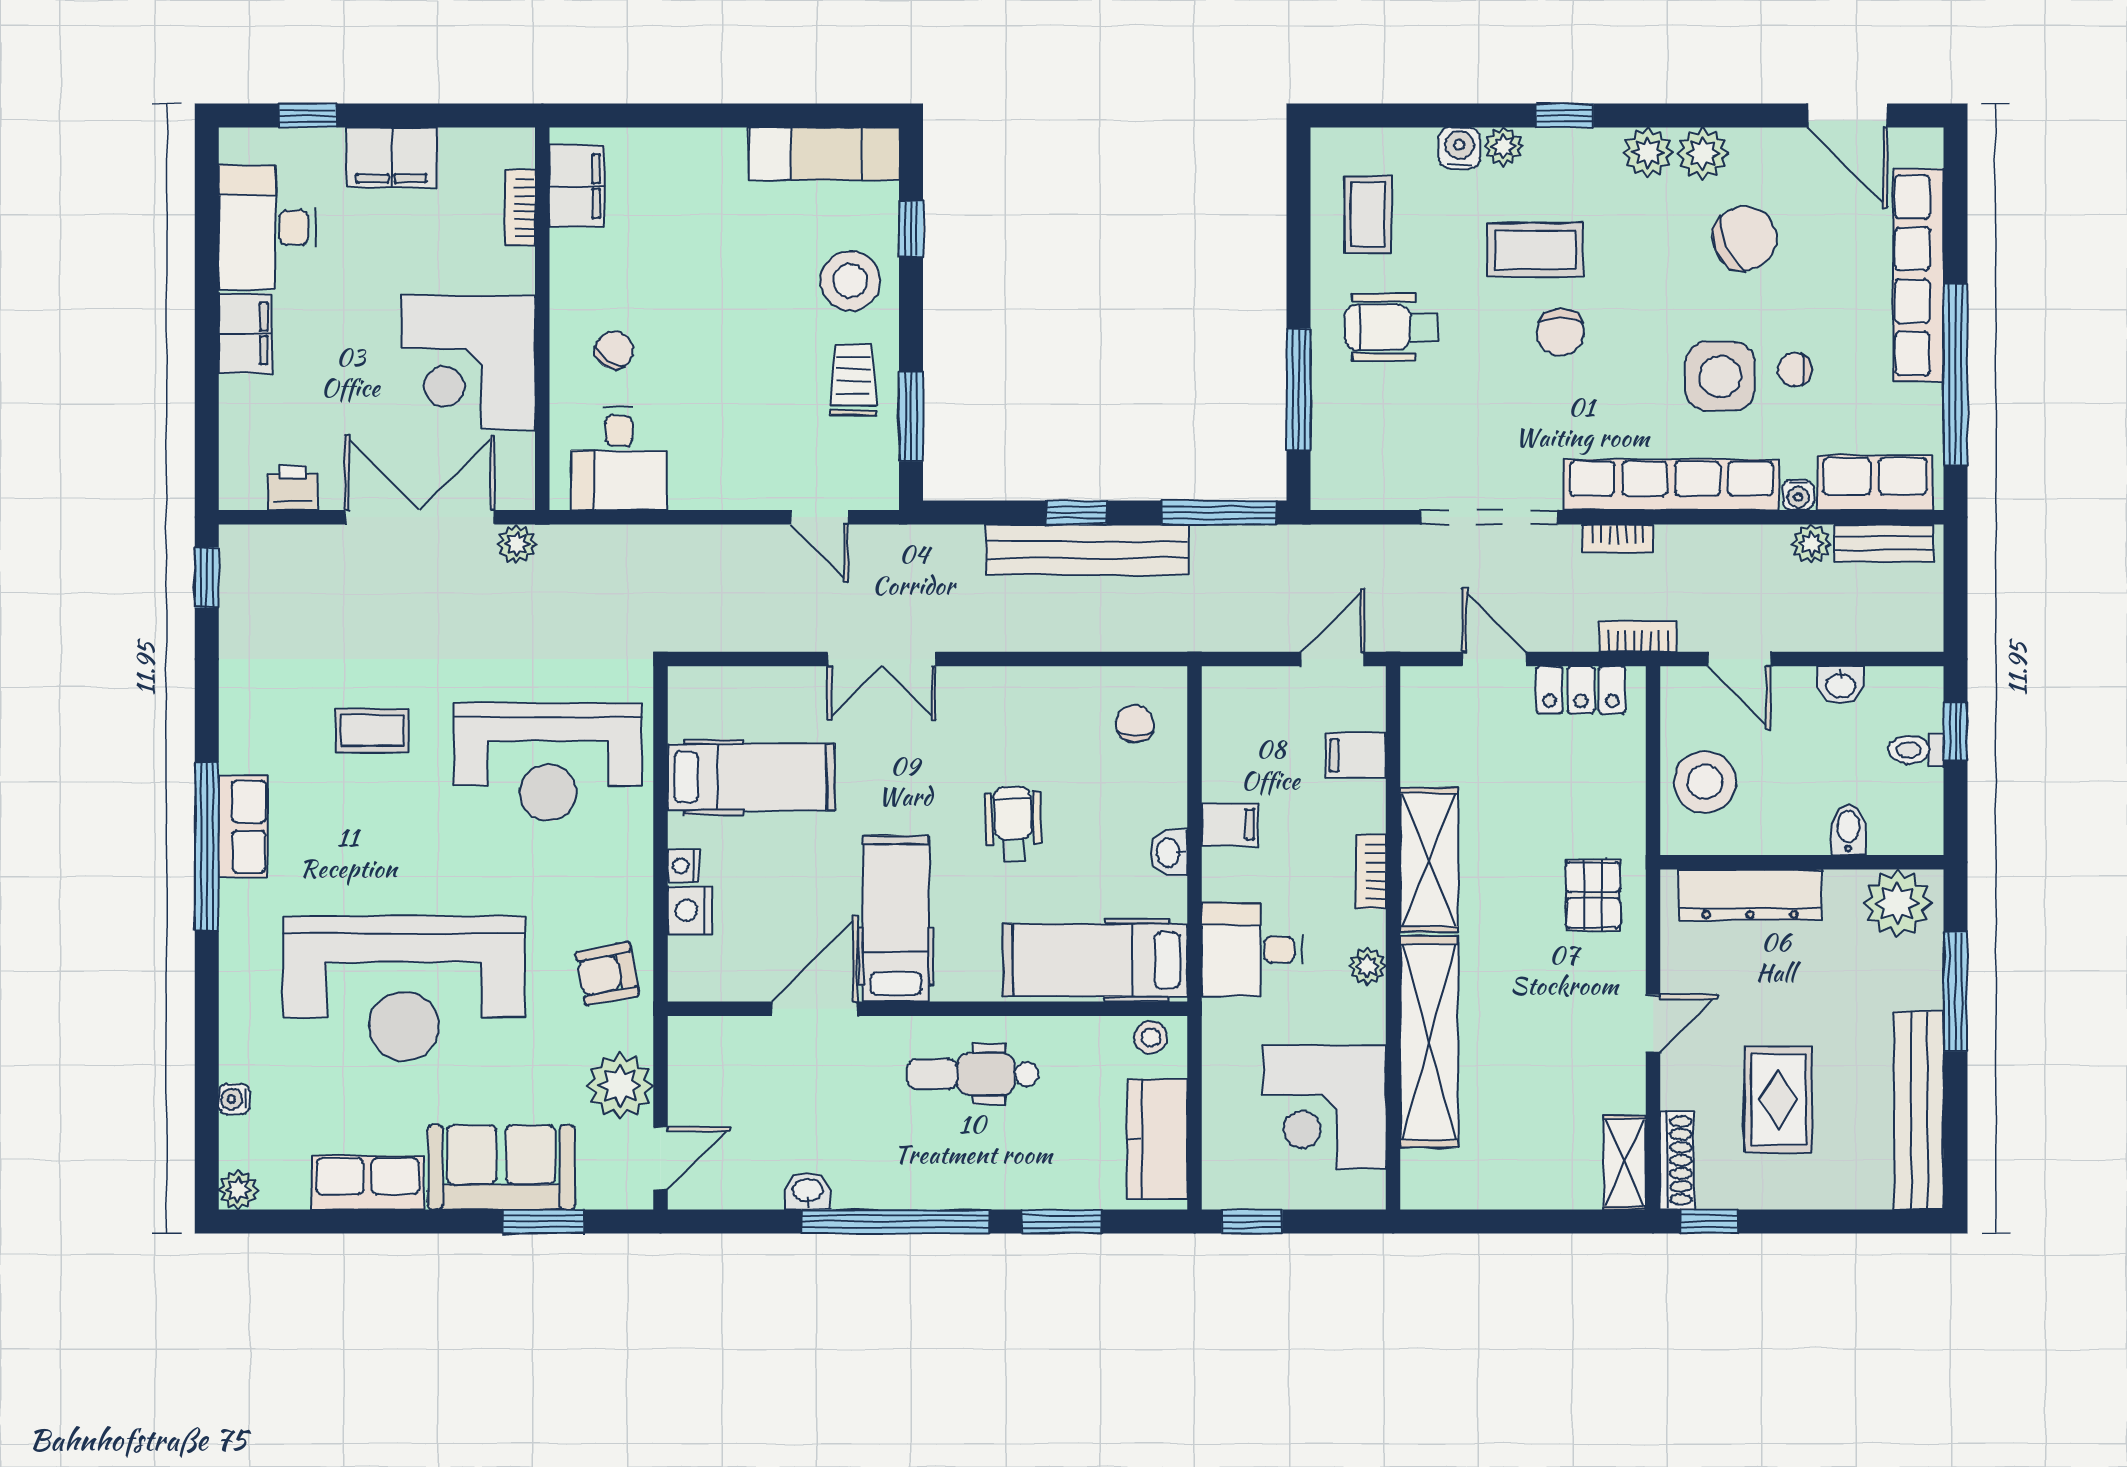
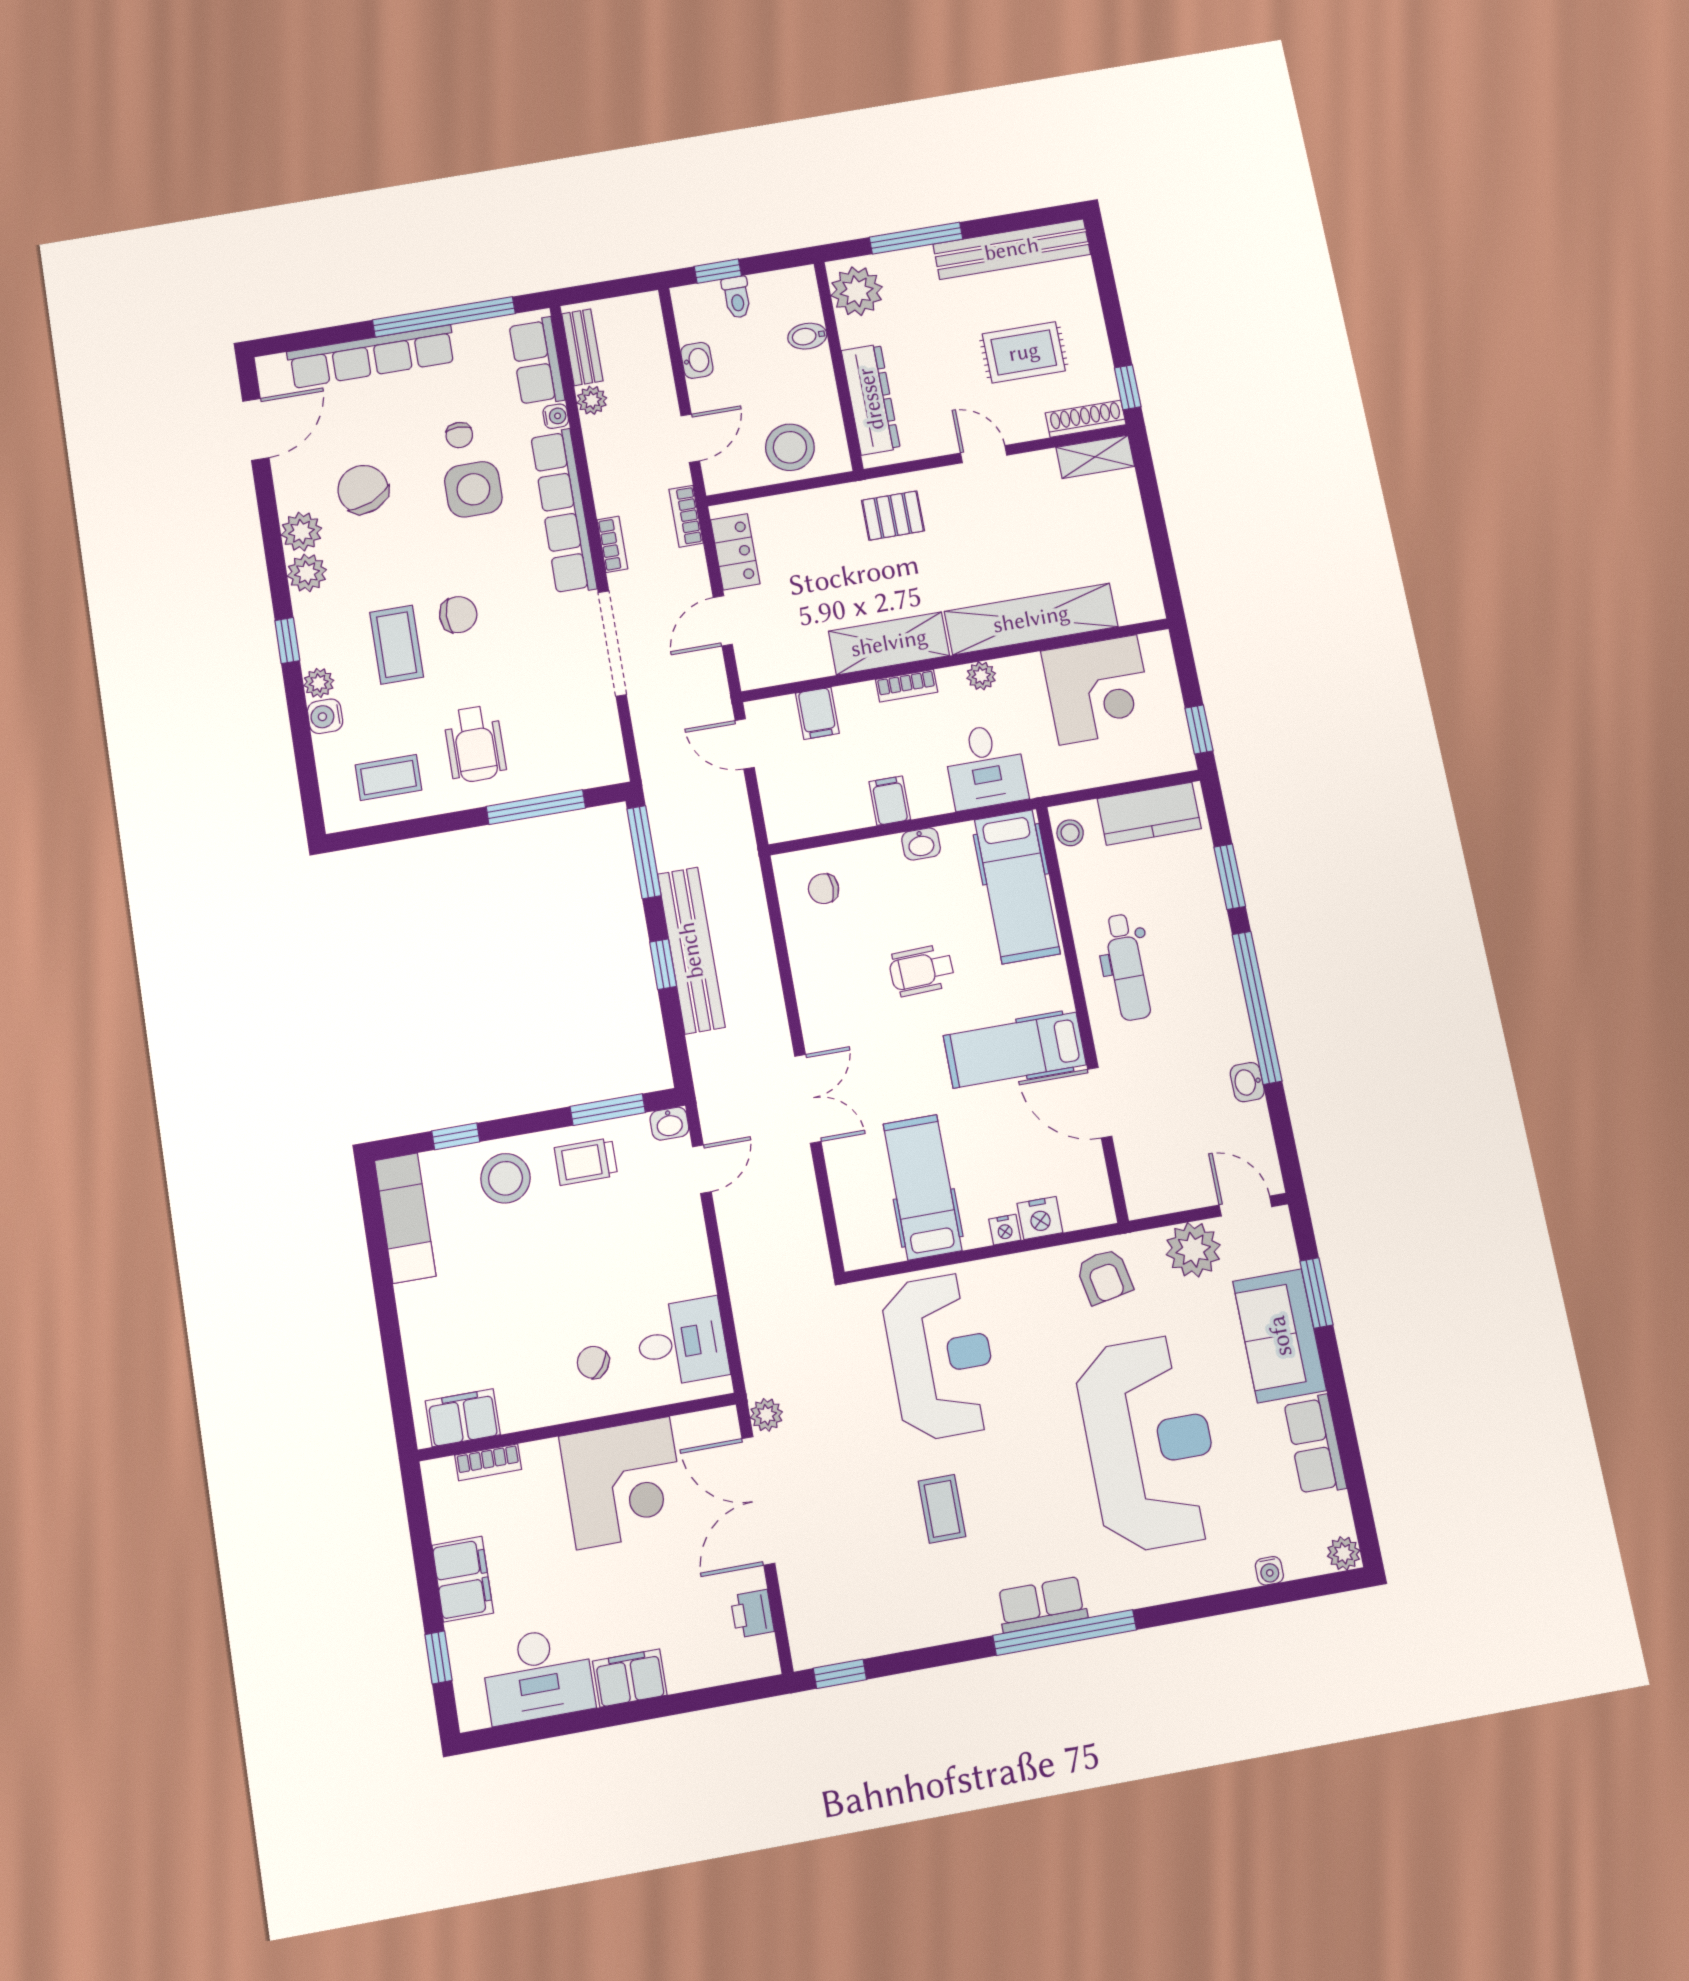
washbasin: (881, 488) -> (669, 1124), added

